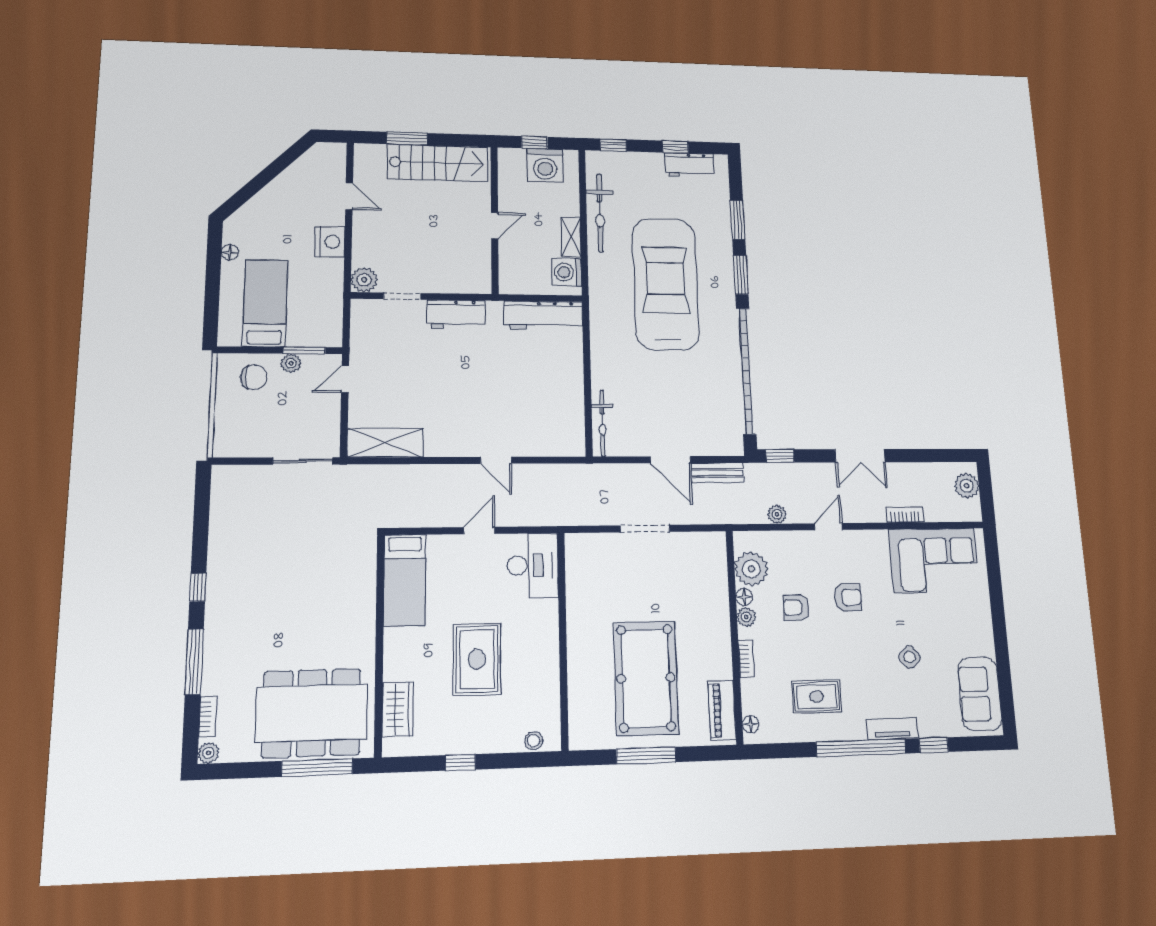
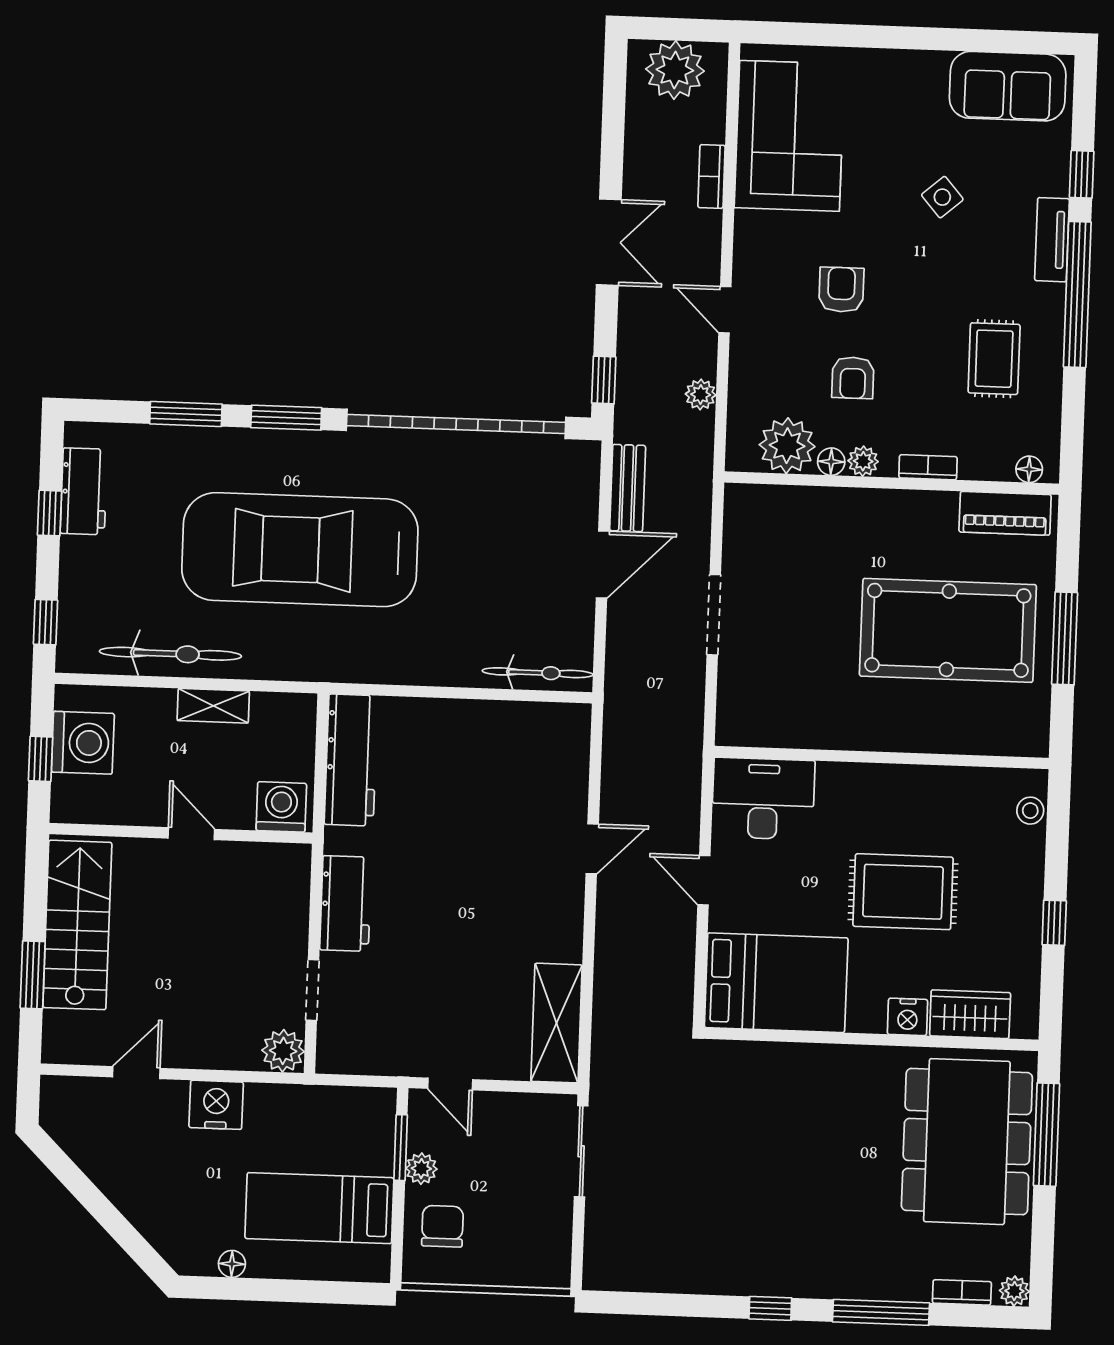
washing machine: (567, 272) -> (281, 807), moved, turned 180
plant: (967, 486) -> (675, 70), width x1.36, depth x1.36
bed: (405, 580) -> (776, 983), width x1.50
nightstand: (395, 667) -> (908, 1017), added

